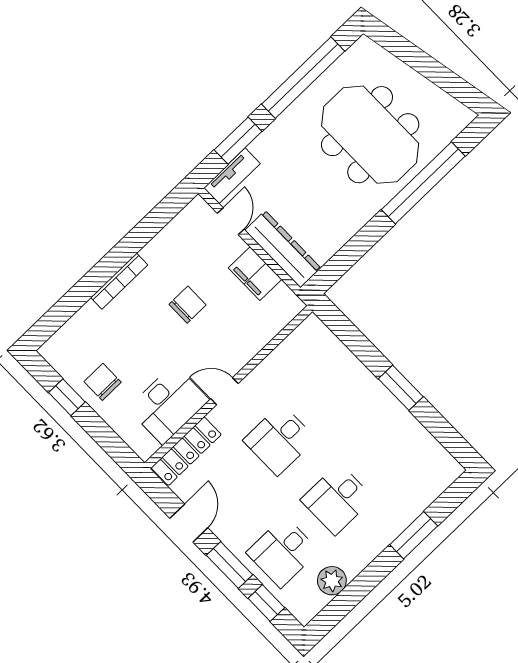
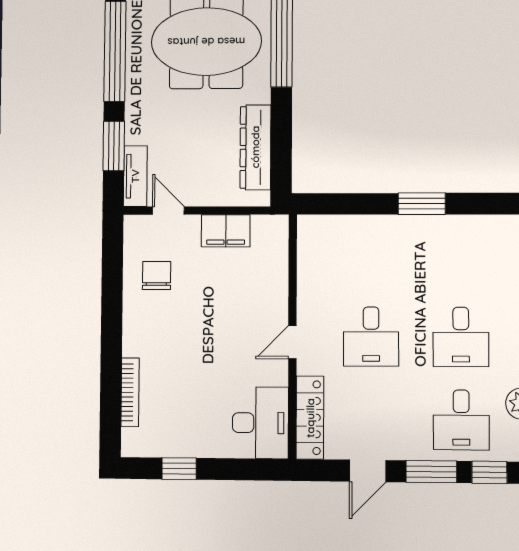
dresser: (283, 249) -> (255, 147), moved, turned -90
bookcase: (119, 281) -> (130, 392), moved
chair: (188, 305) -> (157, 275), moved
chair: (103, 382) -> (194, 429), removed
desk: (168, 404) -> (260, 423), moved
door: (189, 523) -> (368, 471), swing flipped

